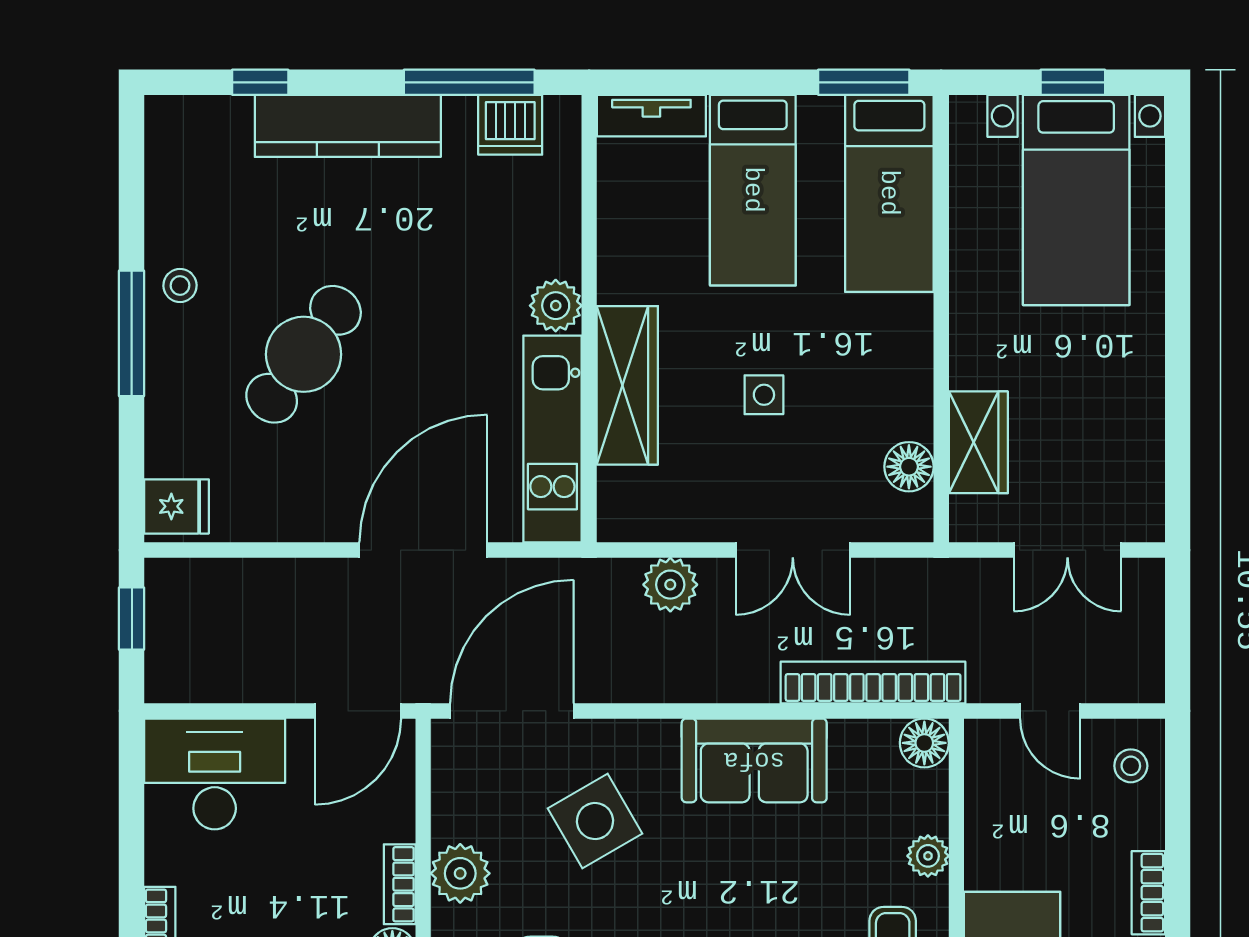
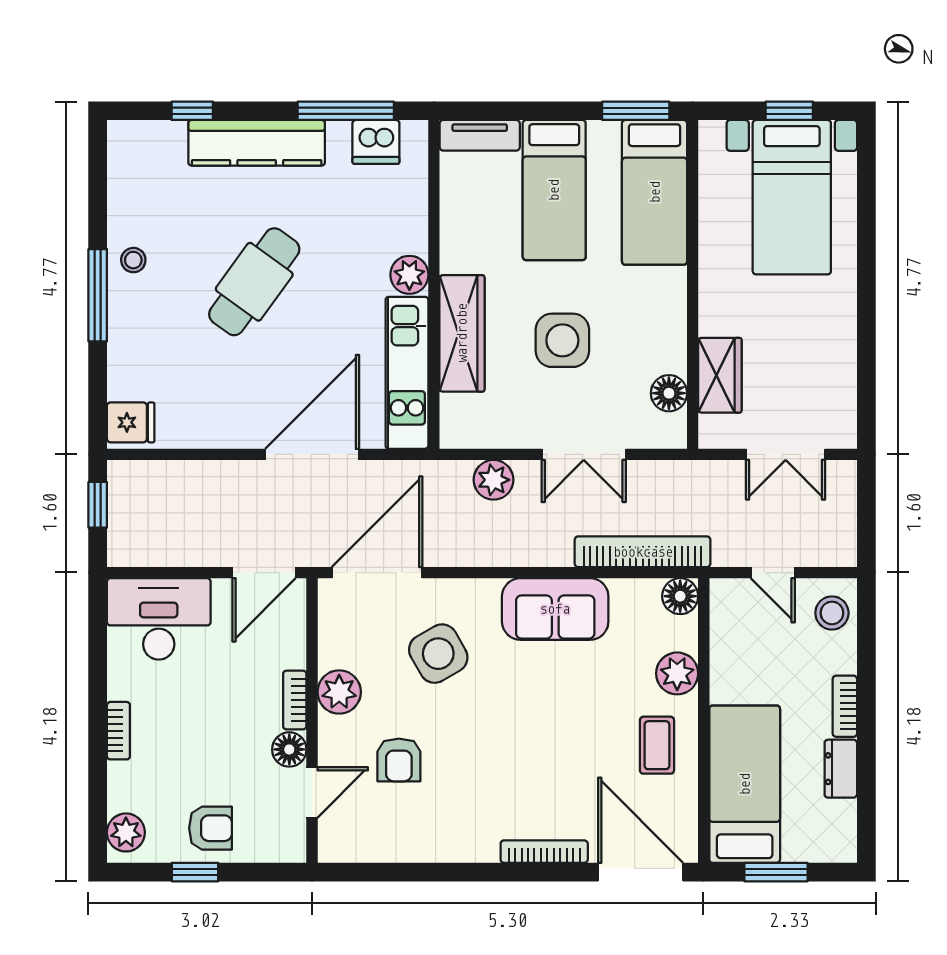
cafe table: (304, 354) -> (254, 282), moved
side table: (764, 395) -> (562, 340), width x1.87, depth x1.87
stool: (1131, 766) -> (832, 613), width x1.37, depth x1.37
plant: (928, 856) -> (677, 673), width x1.38, depth x1.38

